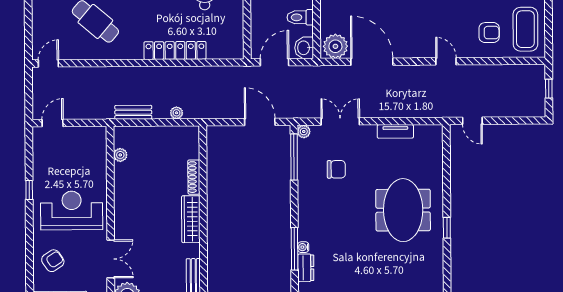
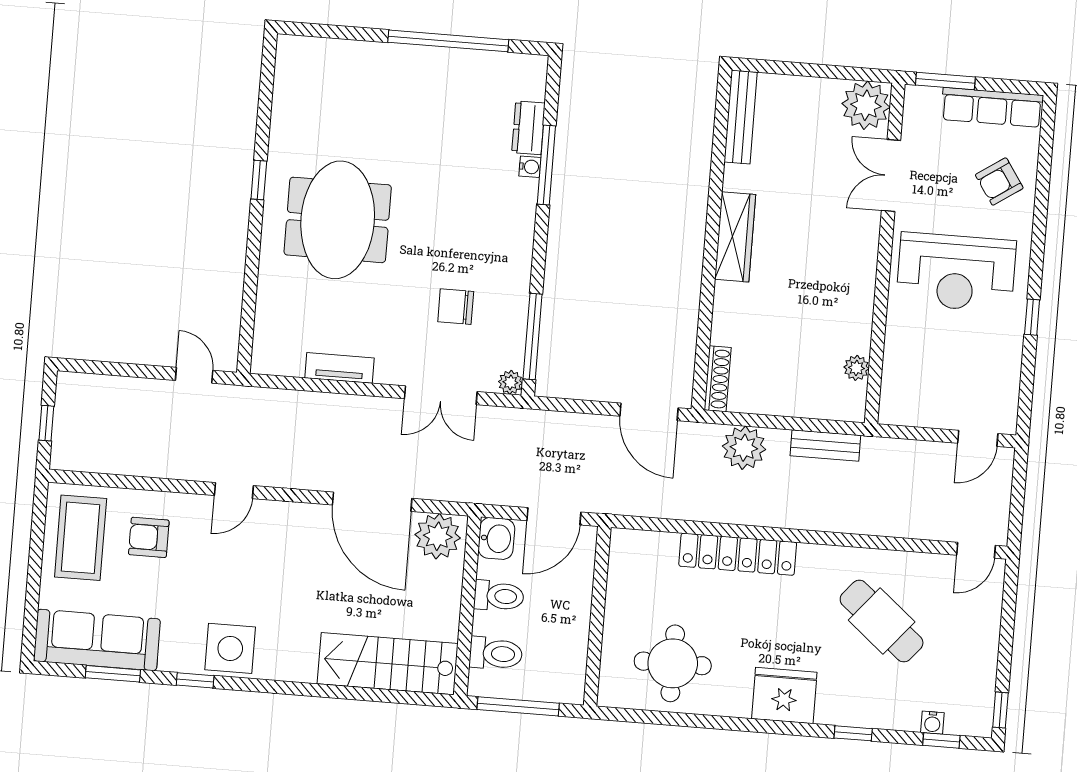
door: (446, 61) -> (234, 491), hinge flipped
plant: (177, 113) -> (744, 448), width x1.88, depth x1.88
door: (260, 122) -> (649, 412), moved
shoe rack: (194, 177) -> (718, 379), moved

